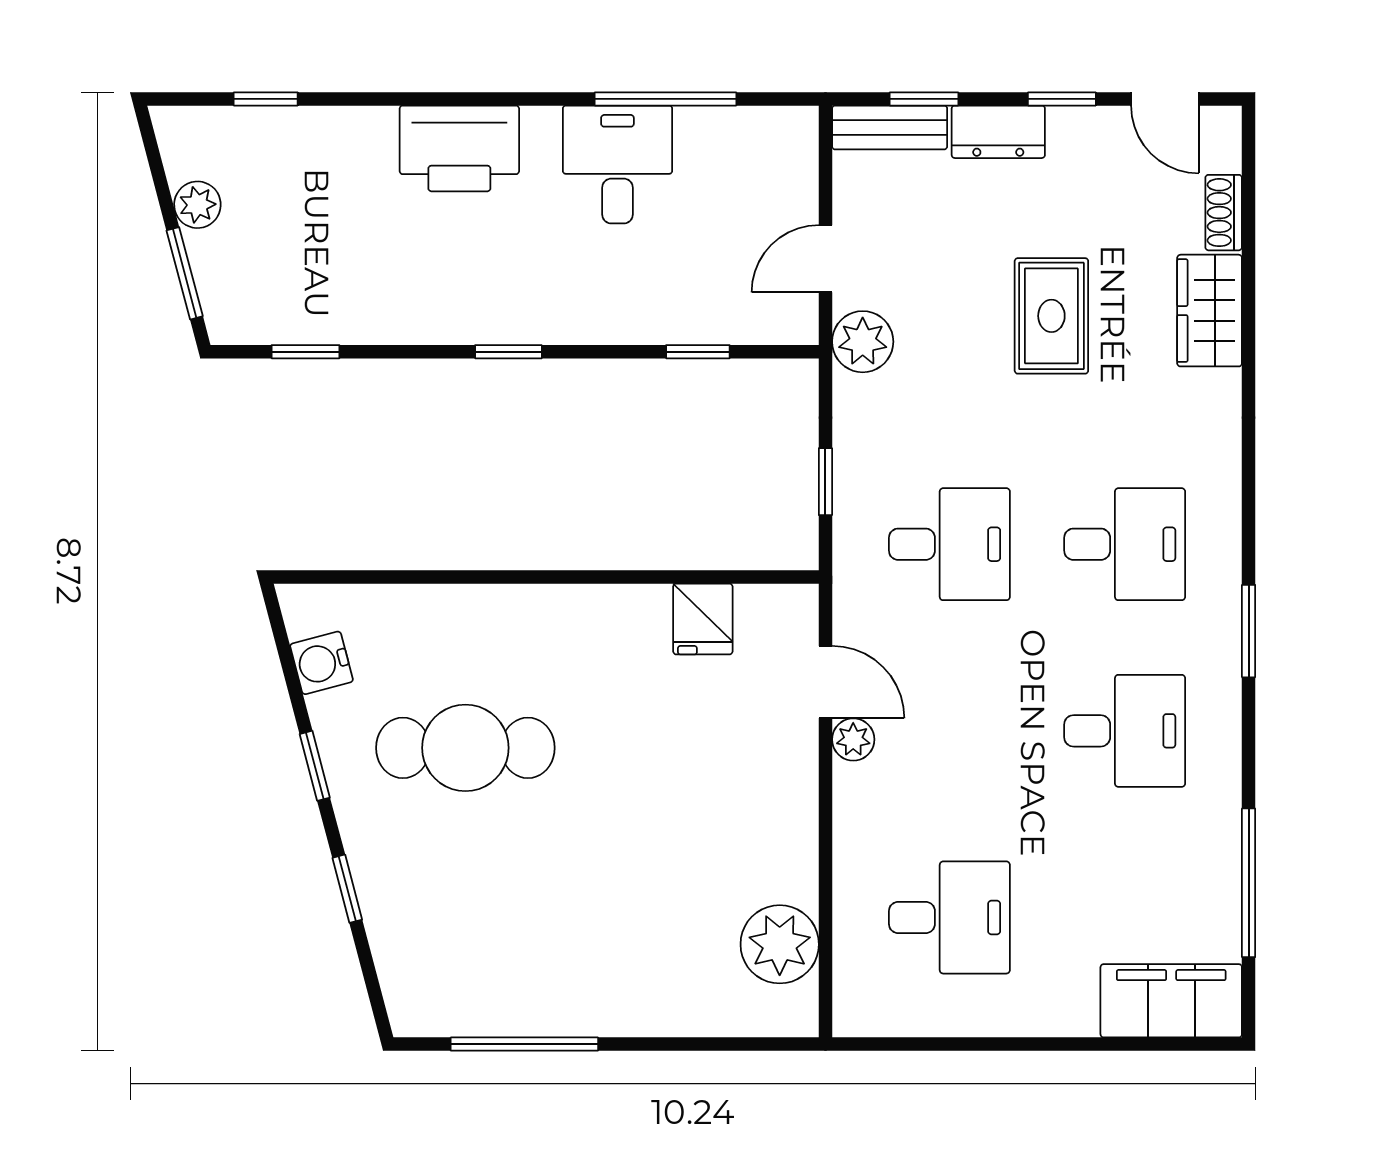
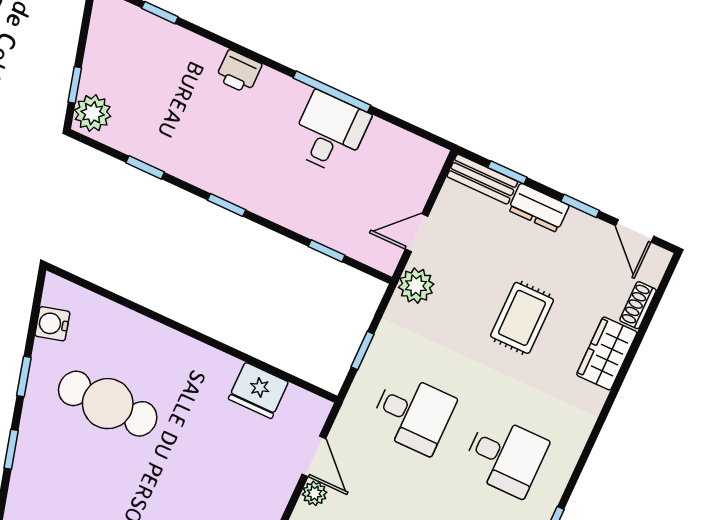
window: (666, 99) -> (332, 92), moved
printer: (459, 148) -> (239, 72), width x0.53, depth x0.68
plant: (197, 205) -> (93, 113), moved, width x1.38, depth x1.38
window: (185, 273) -> (75, 85), width x0.67
window: (306, 352) -> (145, 167), moved
fridge: (703, 619) -> (258, 390), width x1.38

